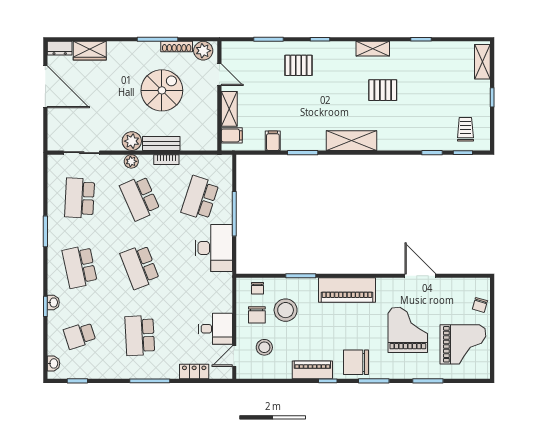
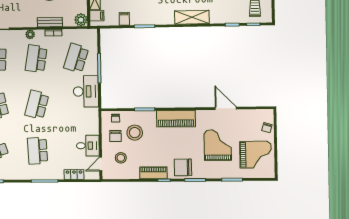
plant: (132, 141) -> (81, 20), moved
shelving: (351, 141) -> (192, 17), moved
school desk: (140, 198) -> (36, 59), turned 33
school desk: (140, 267) -> (37, 105), turned 36

